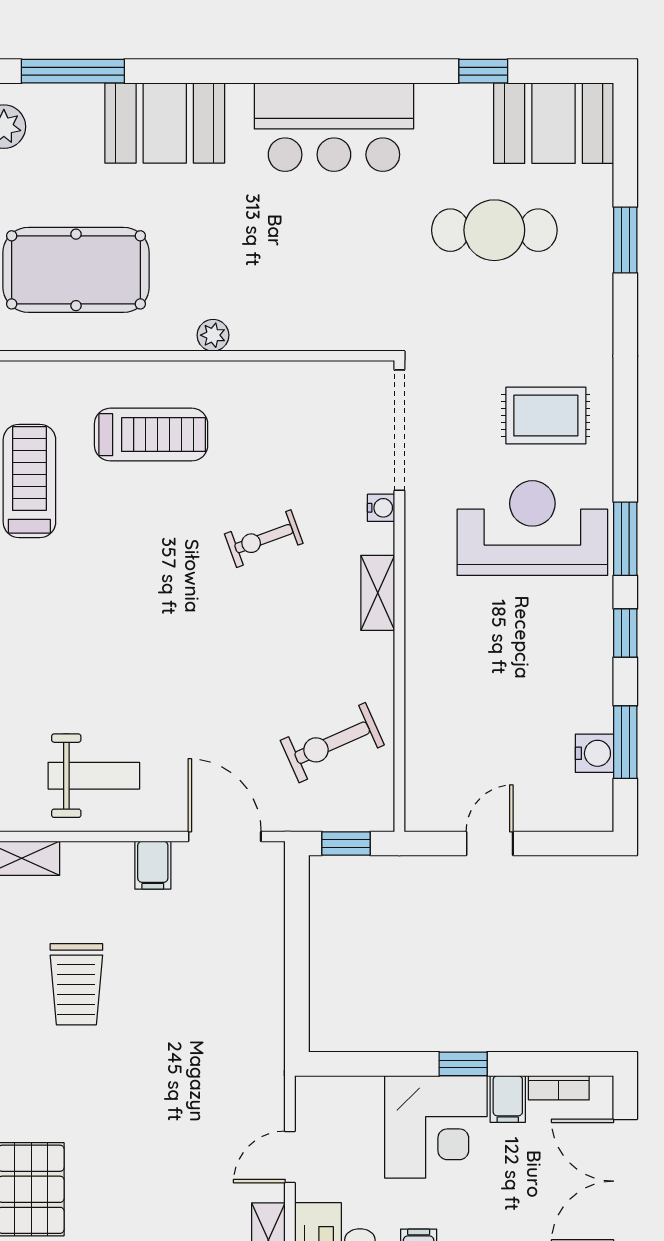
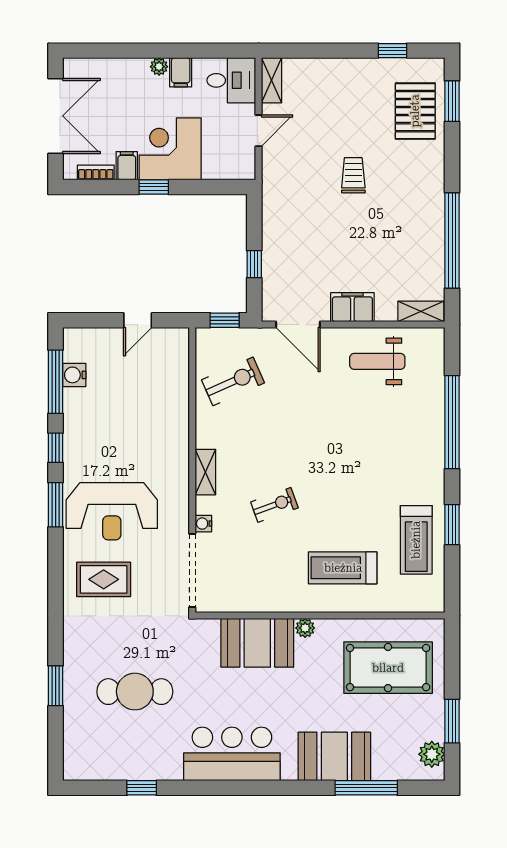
window: (73, 71) -> (366, 788), moved
booth: (554, 123) -> (257, 643), moved
window: (625, 742) -> (56, 382), width x1.44
filing cabinet: (153, 865) -> (352, 307), width x2.00
window: (297, 936) -> (254, 264), added
trolley: (76, 984) -> (353, 175), moved, width x0.73, depth x0.72

